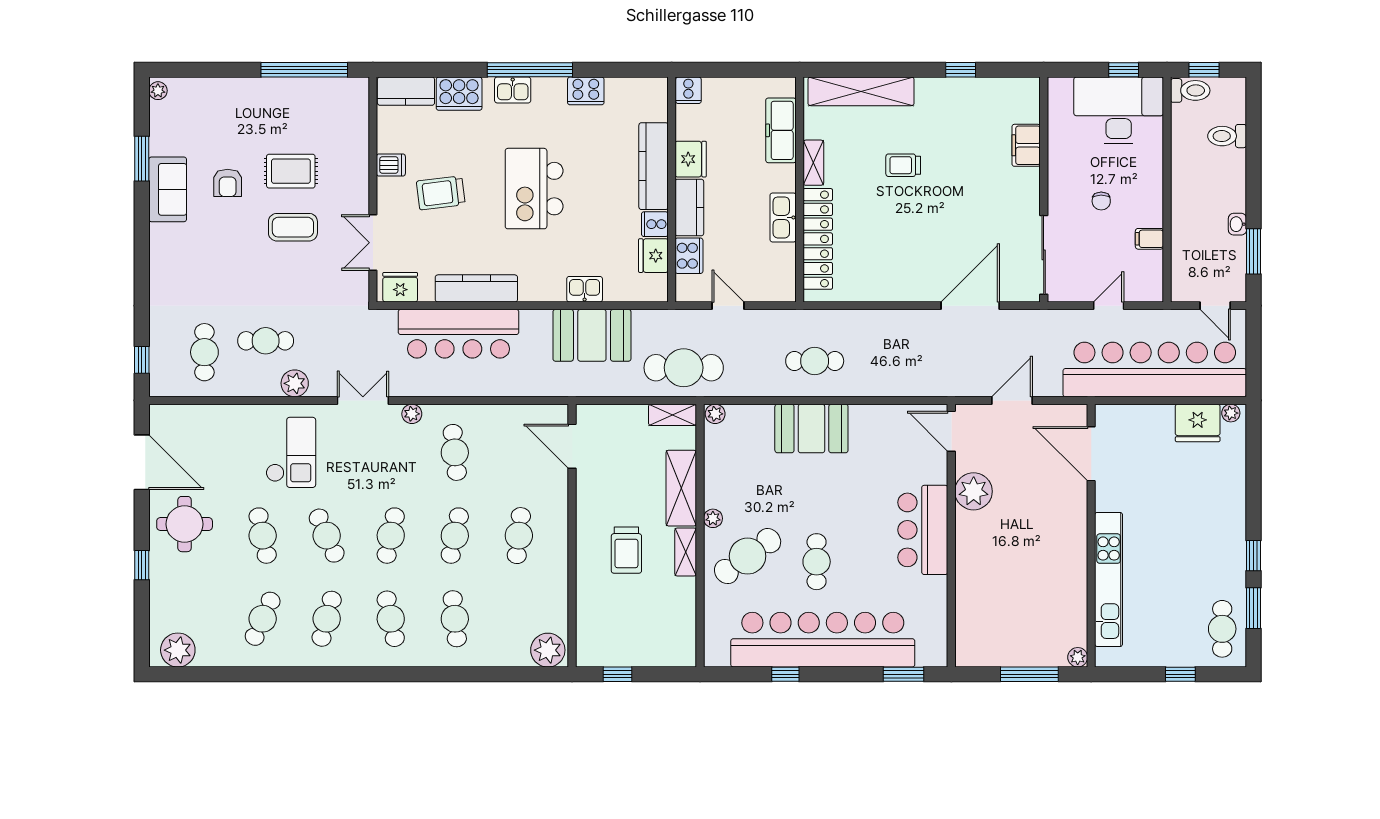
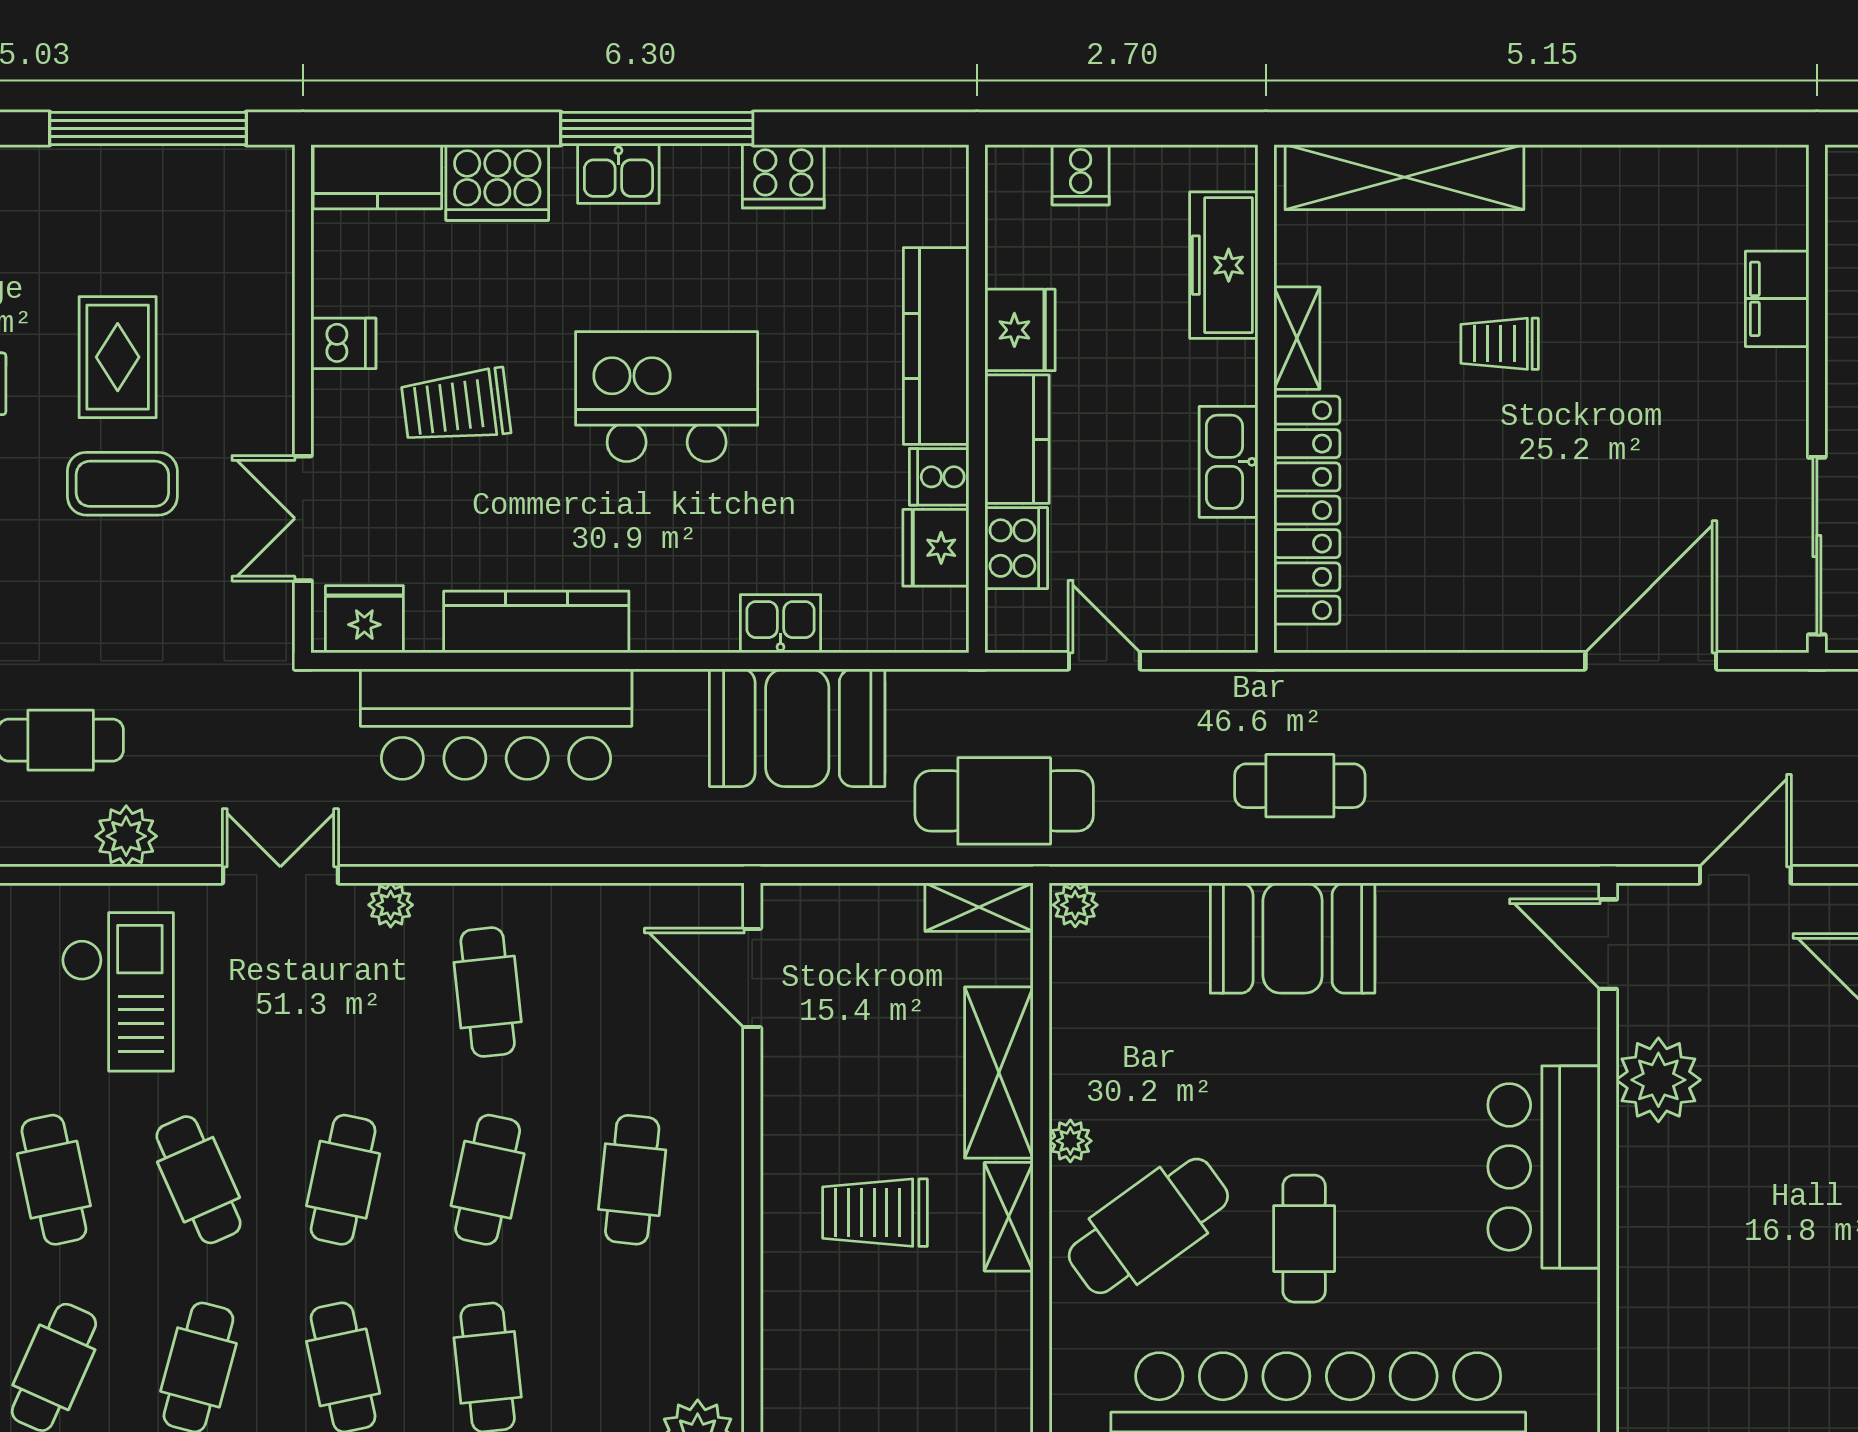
window: (961, 70) -> (1629, 129), removed
cooker: (688, 90) -> (1081, 175), moved
rug: (291, 171) -> (118, 357), turned 90
kitchen island: (534, 189) -> (667, 397), turned 90
trolley: (626, 550) -> (875, 1213), turned 90

